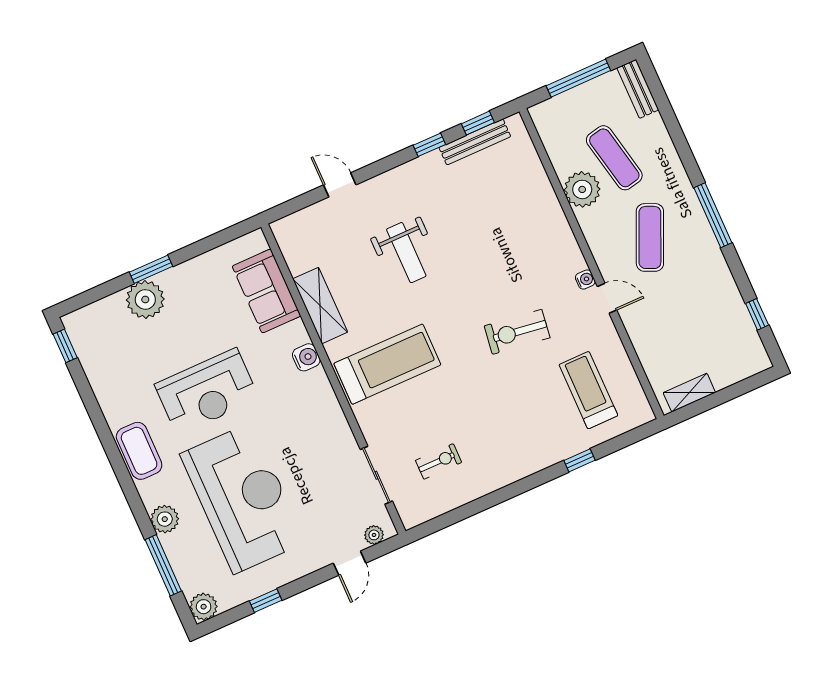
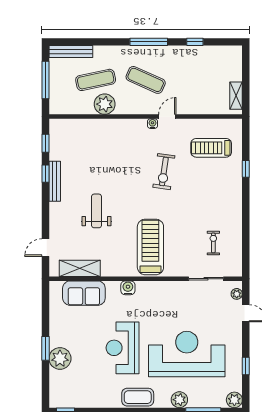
bench: (638, 89) -> (71, 51), width x1.36
bench: (475, 142) -> (55, 181), moved
door: (340, 185) -> (46, 248), moved
weight bench: (406, 253) -> (97, 211), turned -90
shelving: (320, 306) -> (80, 268), moved
window: (757, 314) -> (195, 42), moved
reception desk: (207, 392) -> (123, 348), turned 180

